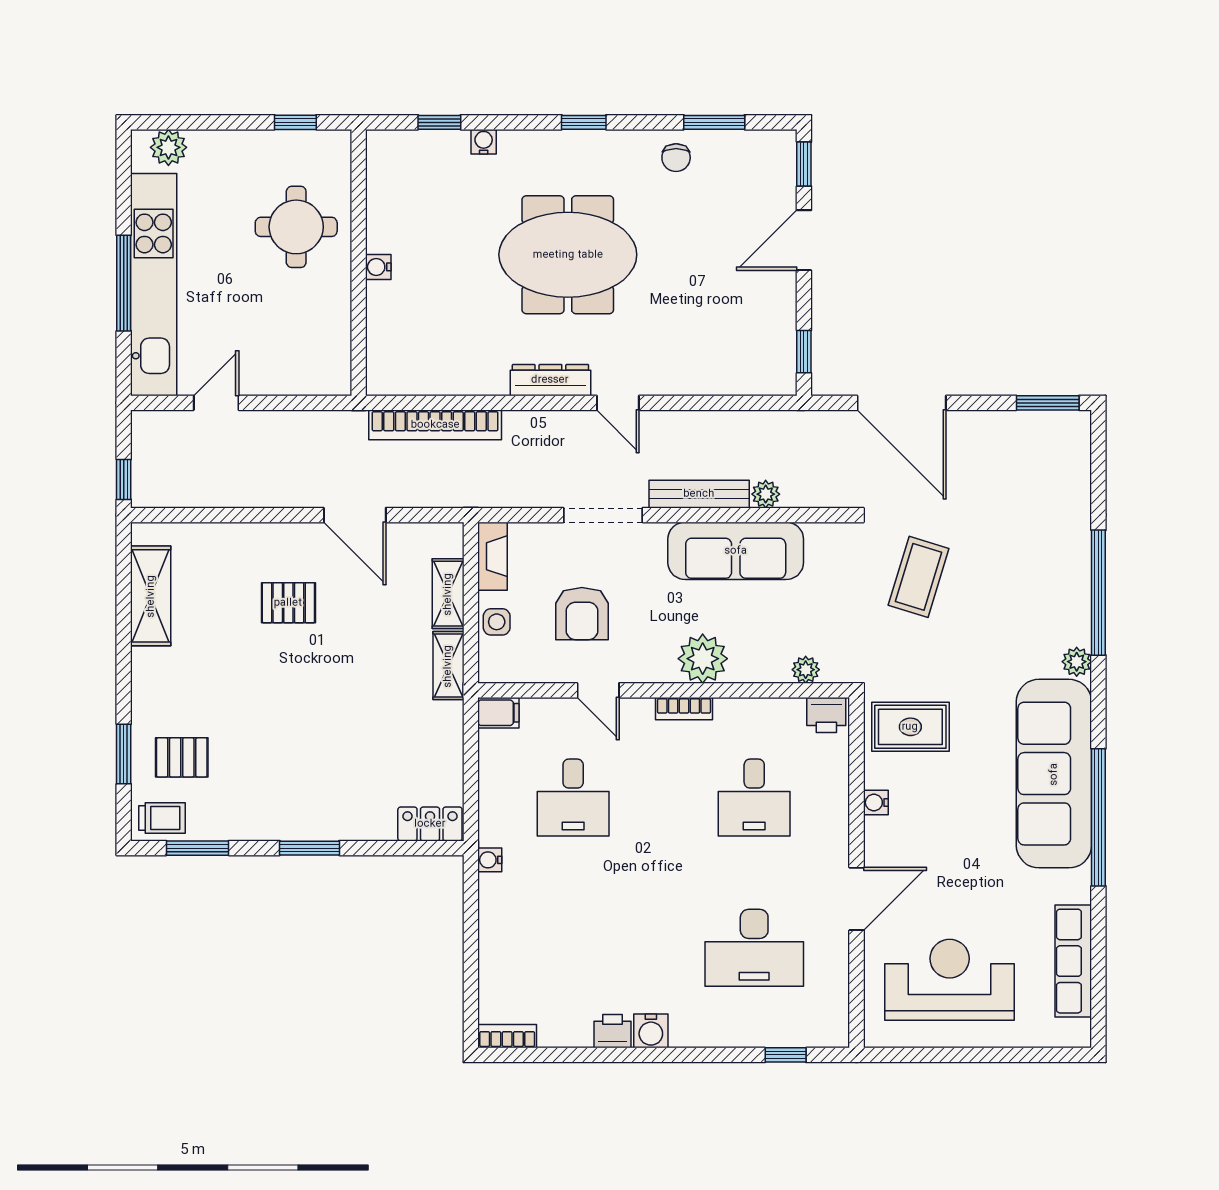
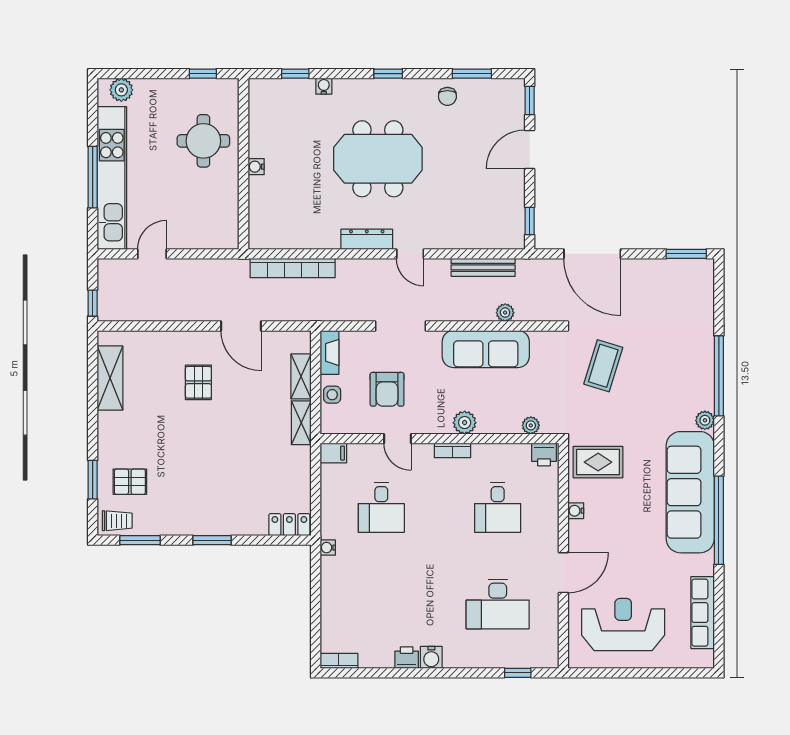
bench: (699, 494) -> (483, 267), moved
pallet: (288, 603) -> (198, 382), turned 90
plant: (703, 659) -> (465, 423), width x0.73, depth x0.73

